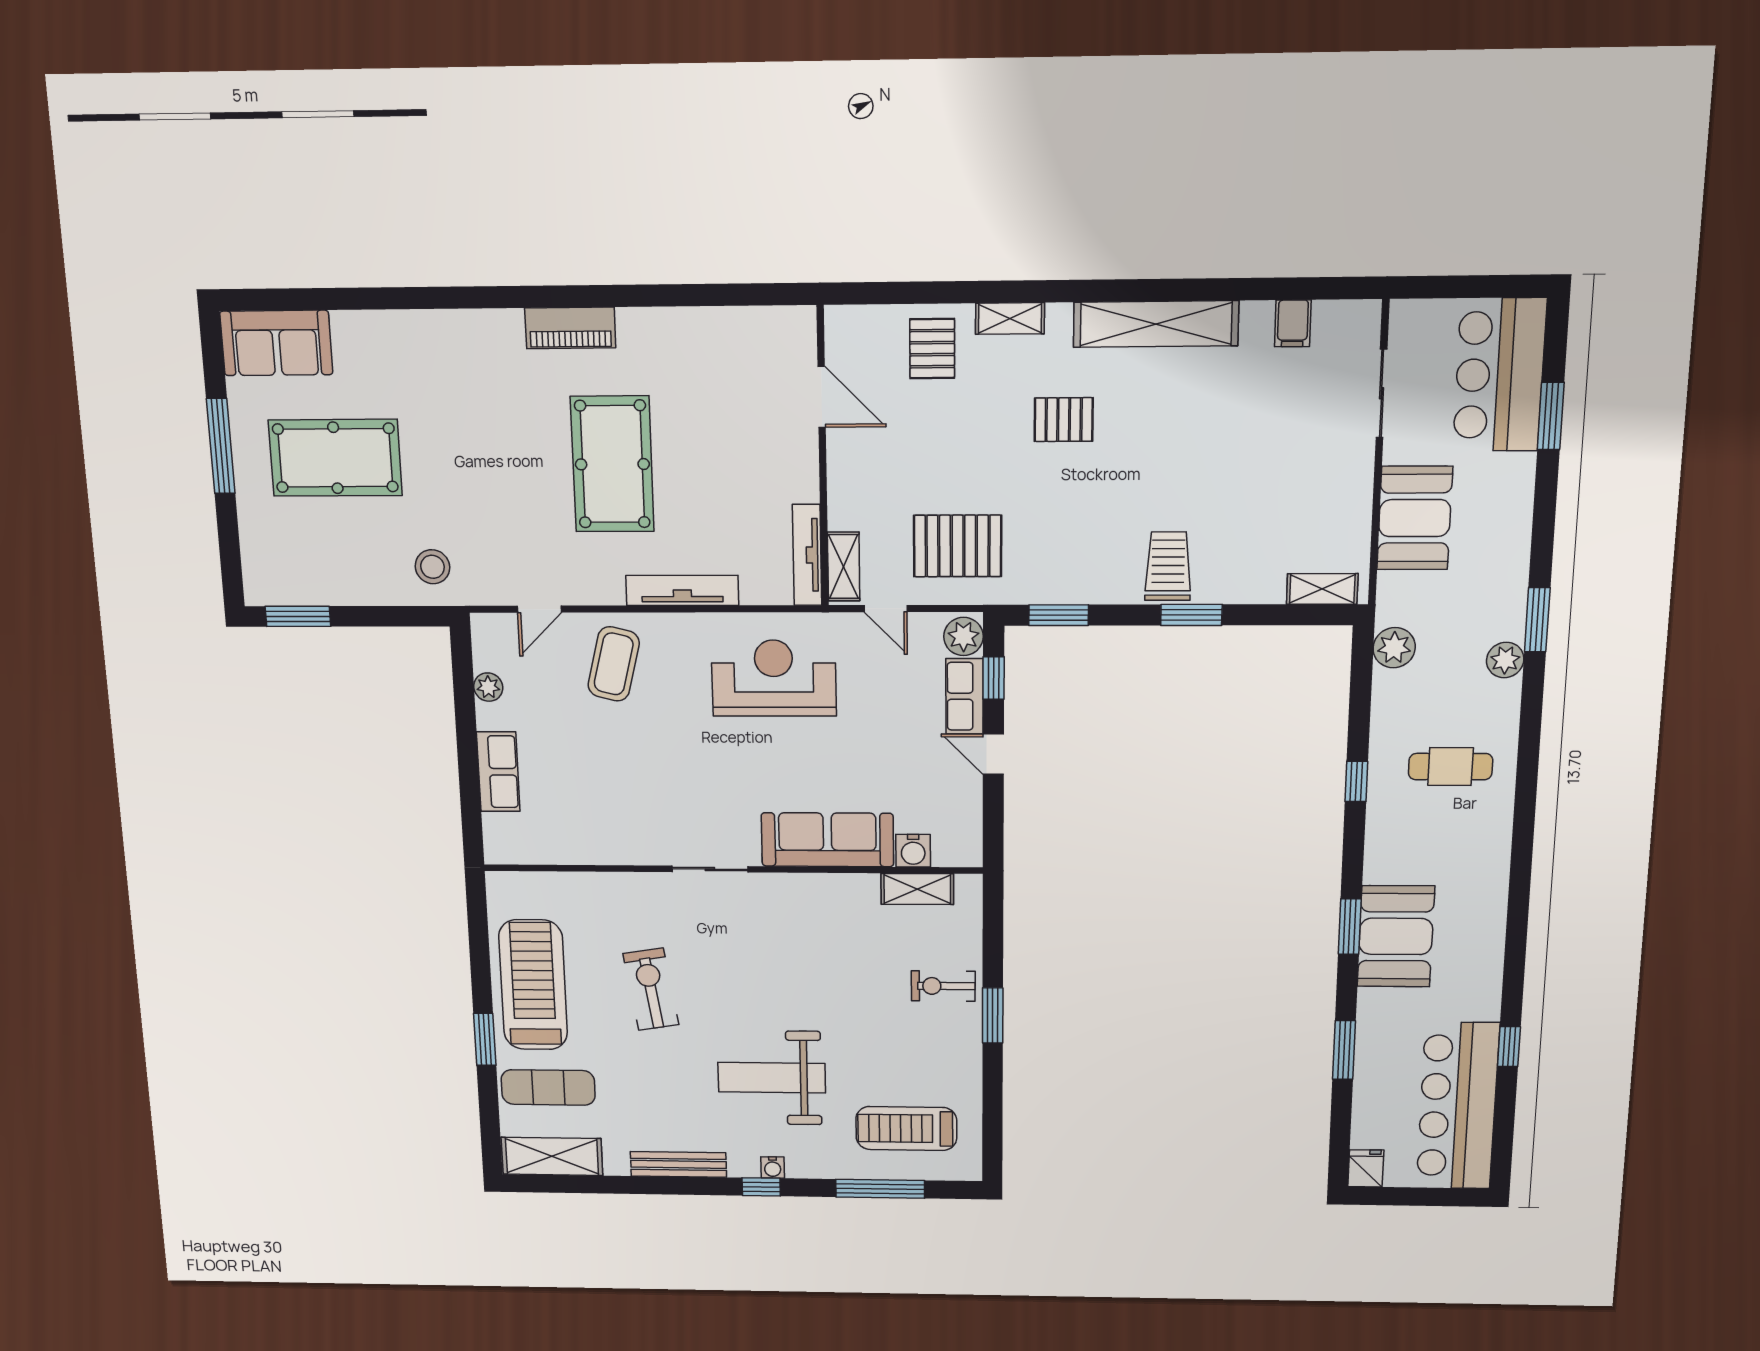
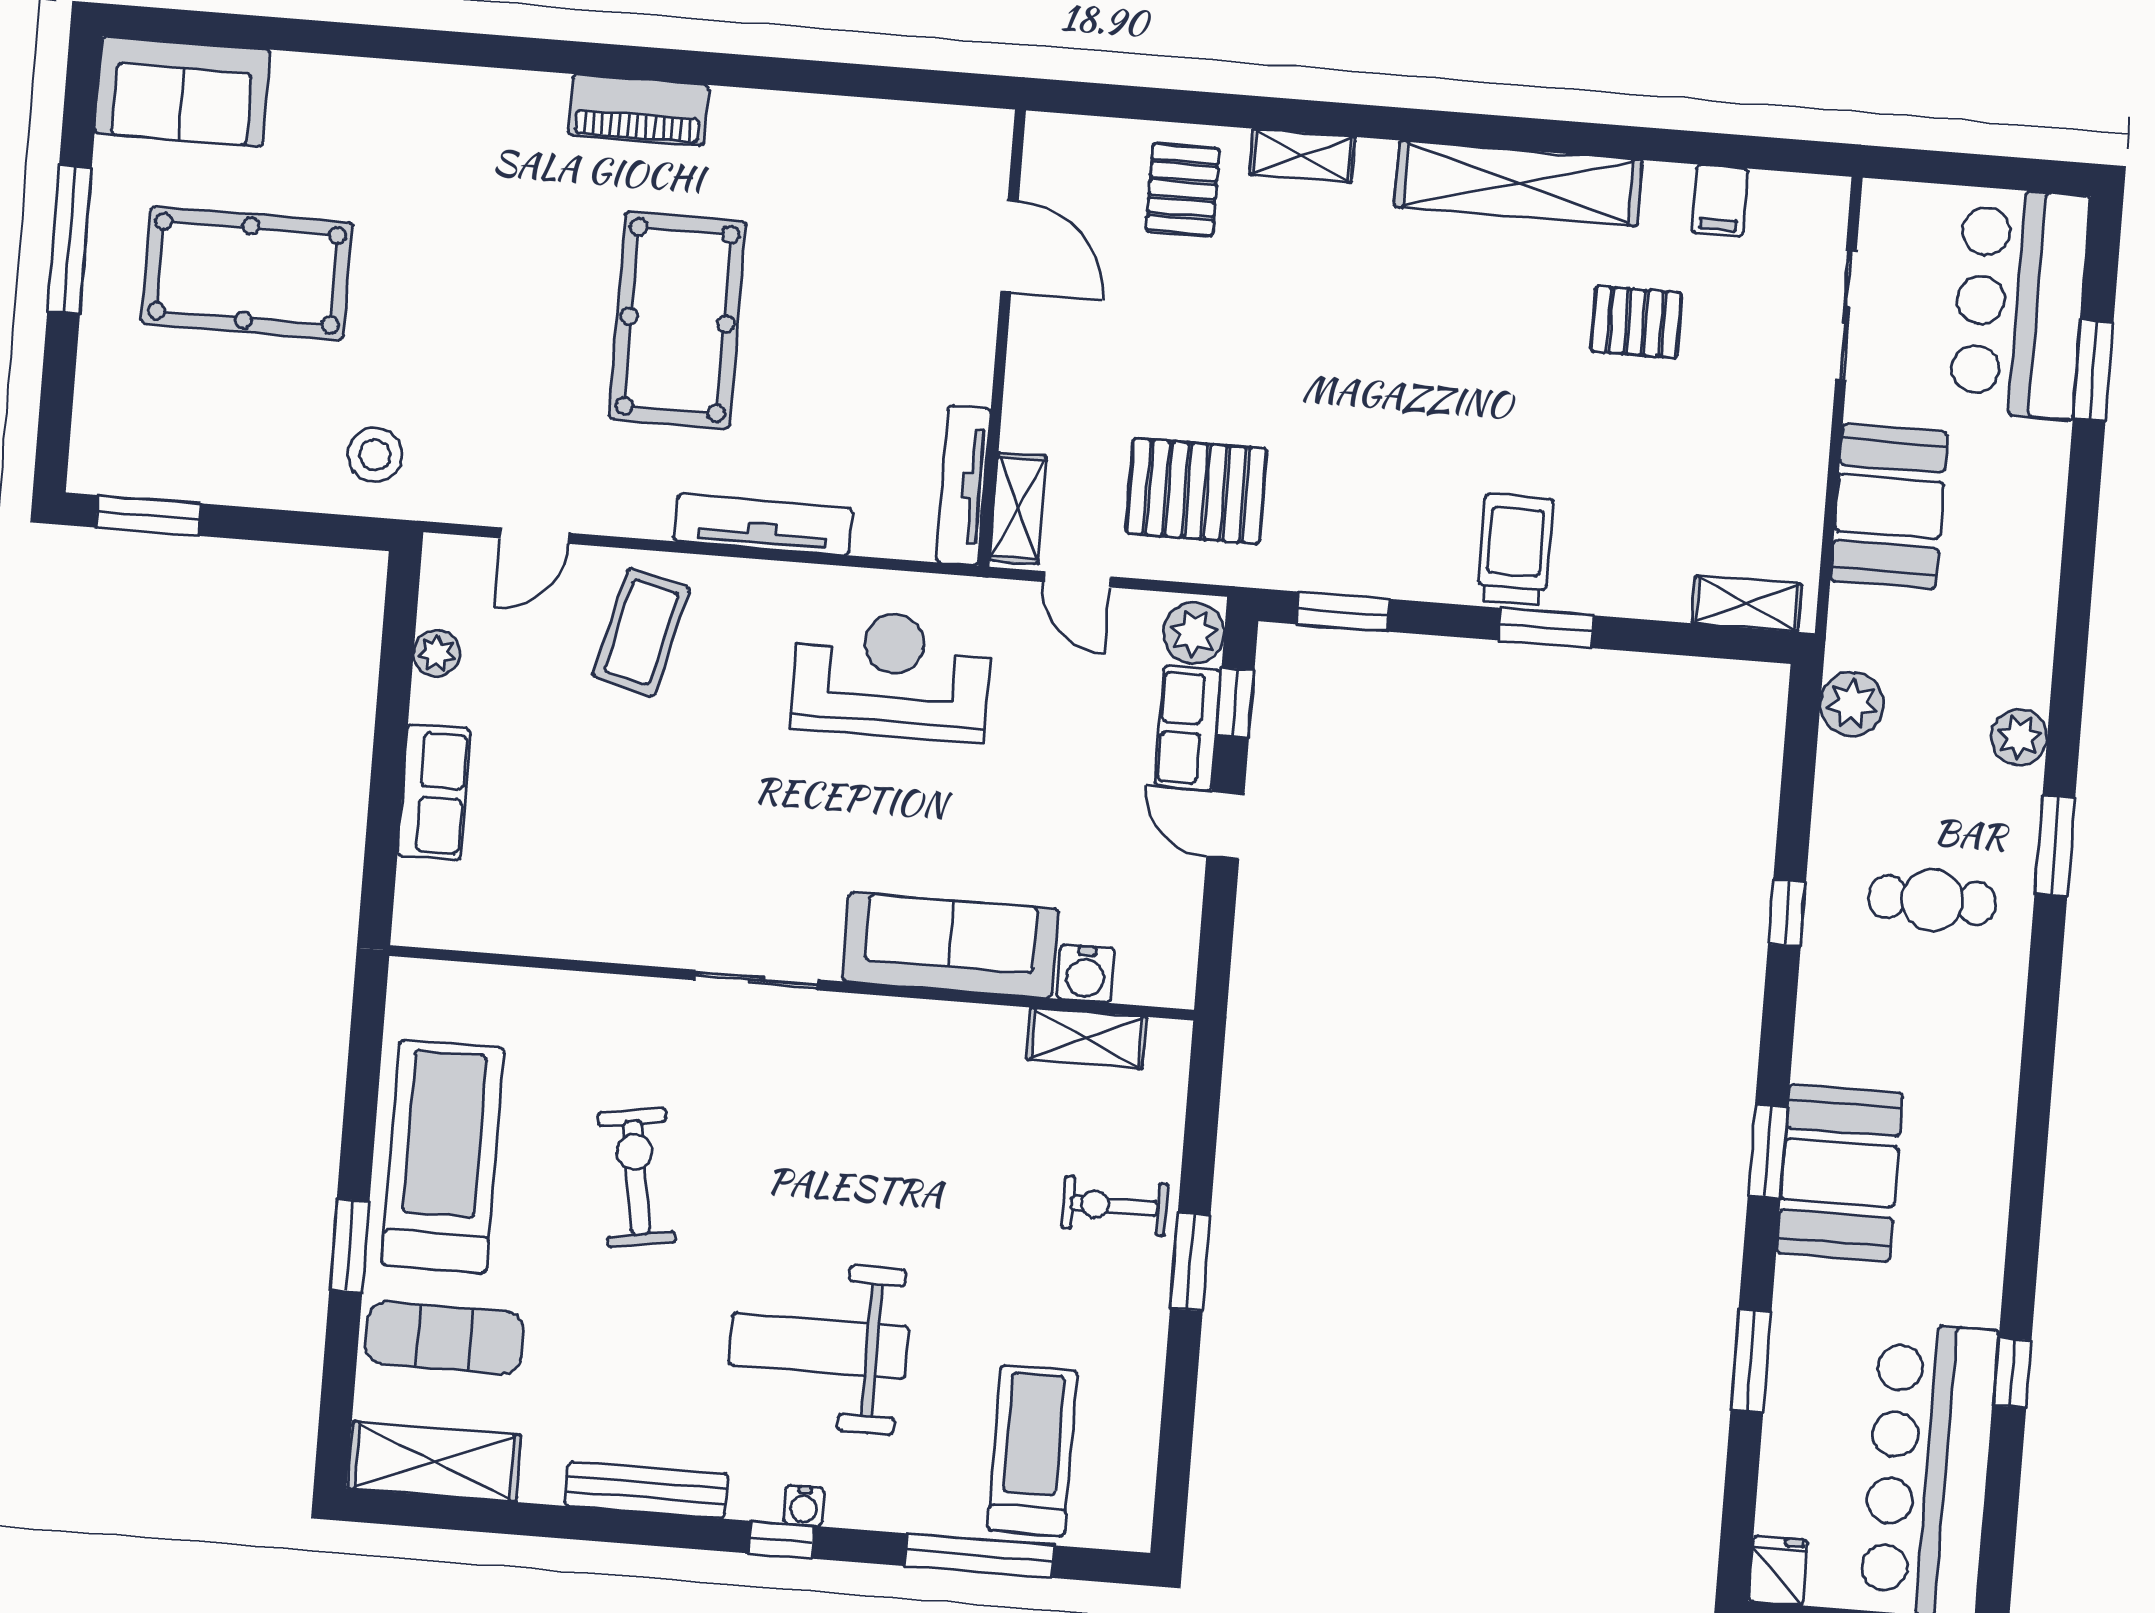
pallet: (1064, 420) -> (1636, 322), moved
window: (1537, 620) -> (2055, 846), moved
treadmill: (906, 1128) -> (1033, 1451), turned 90

